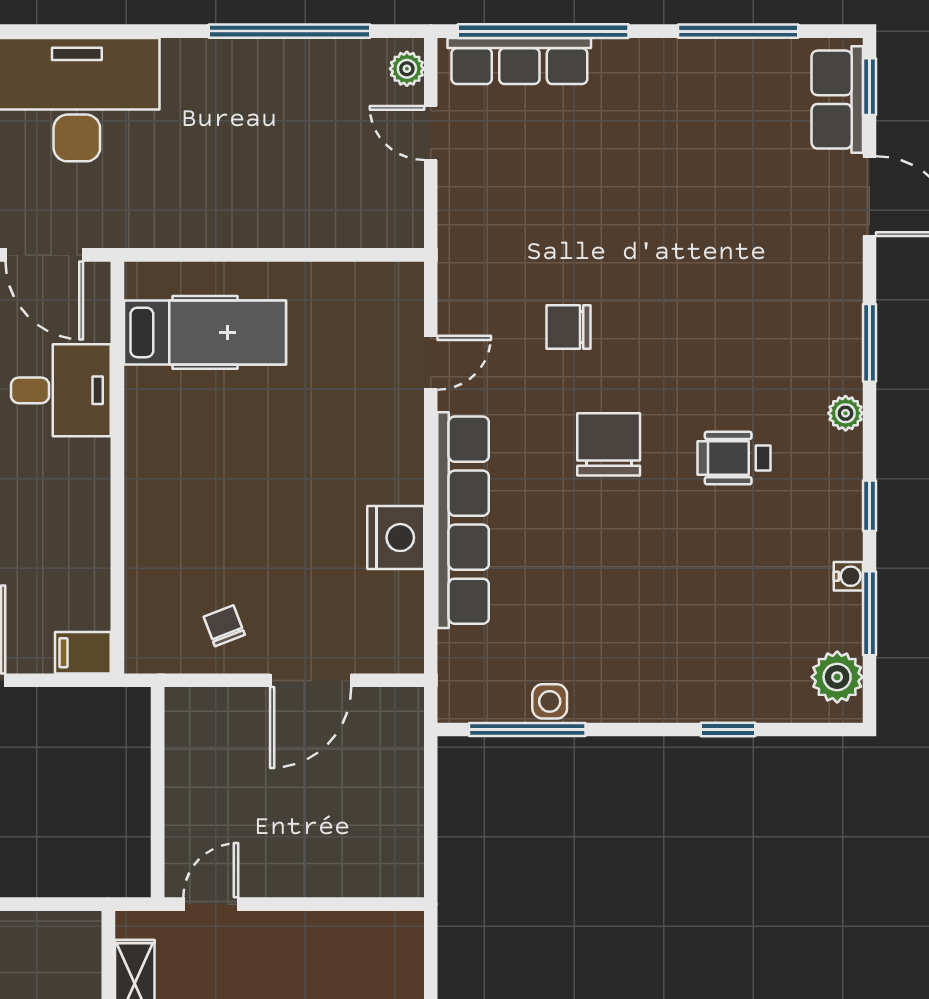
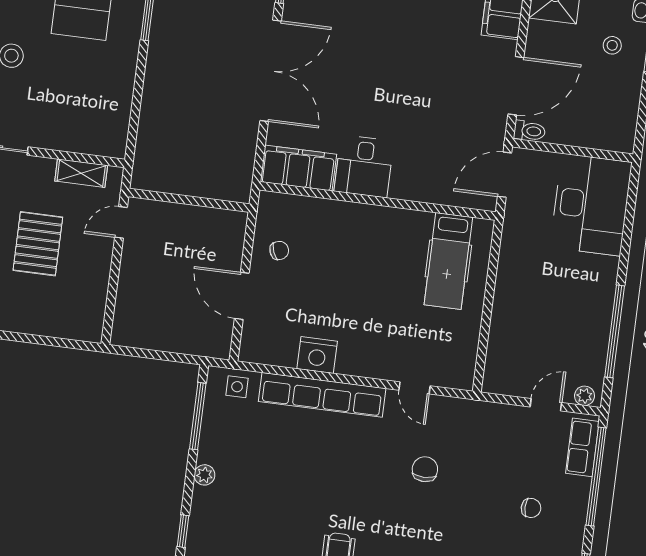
row of seats: (519, 61) -> (582, 447), width x0.68
desk: (61, 390) -> (364, 166), moved
chair: (609, 444) -> (531, 508), moved, width x0.54, depth x0.54
filing cabinet: (83, 653) -> (298, 168), width x3.00, depth x1.17
side table: (550, 701) -> (237, 387), moved
plant: (627, 705) -> (204, 475), added
door: (211, 904) -> (121, 222), swing flipped

